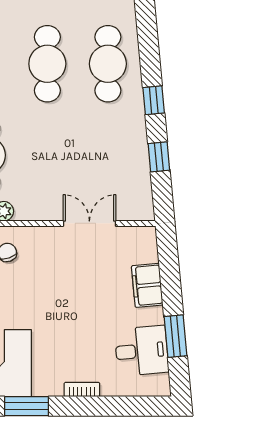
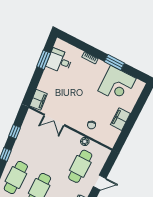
filing cabinet: (147, 285) -> (38, 100), moved

